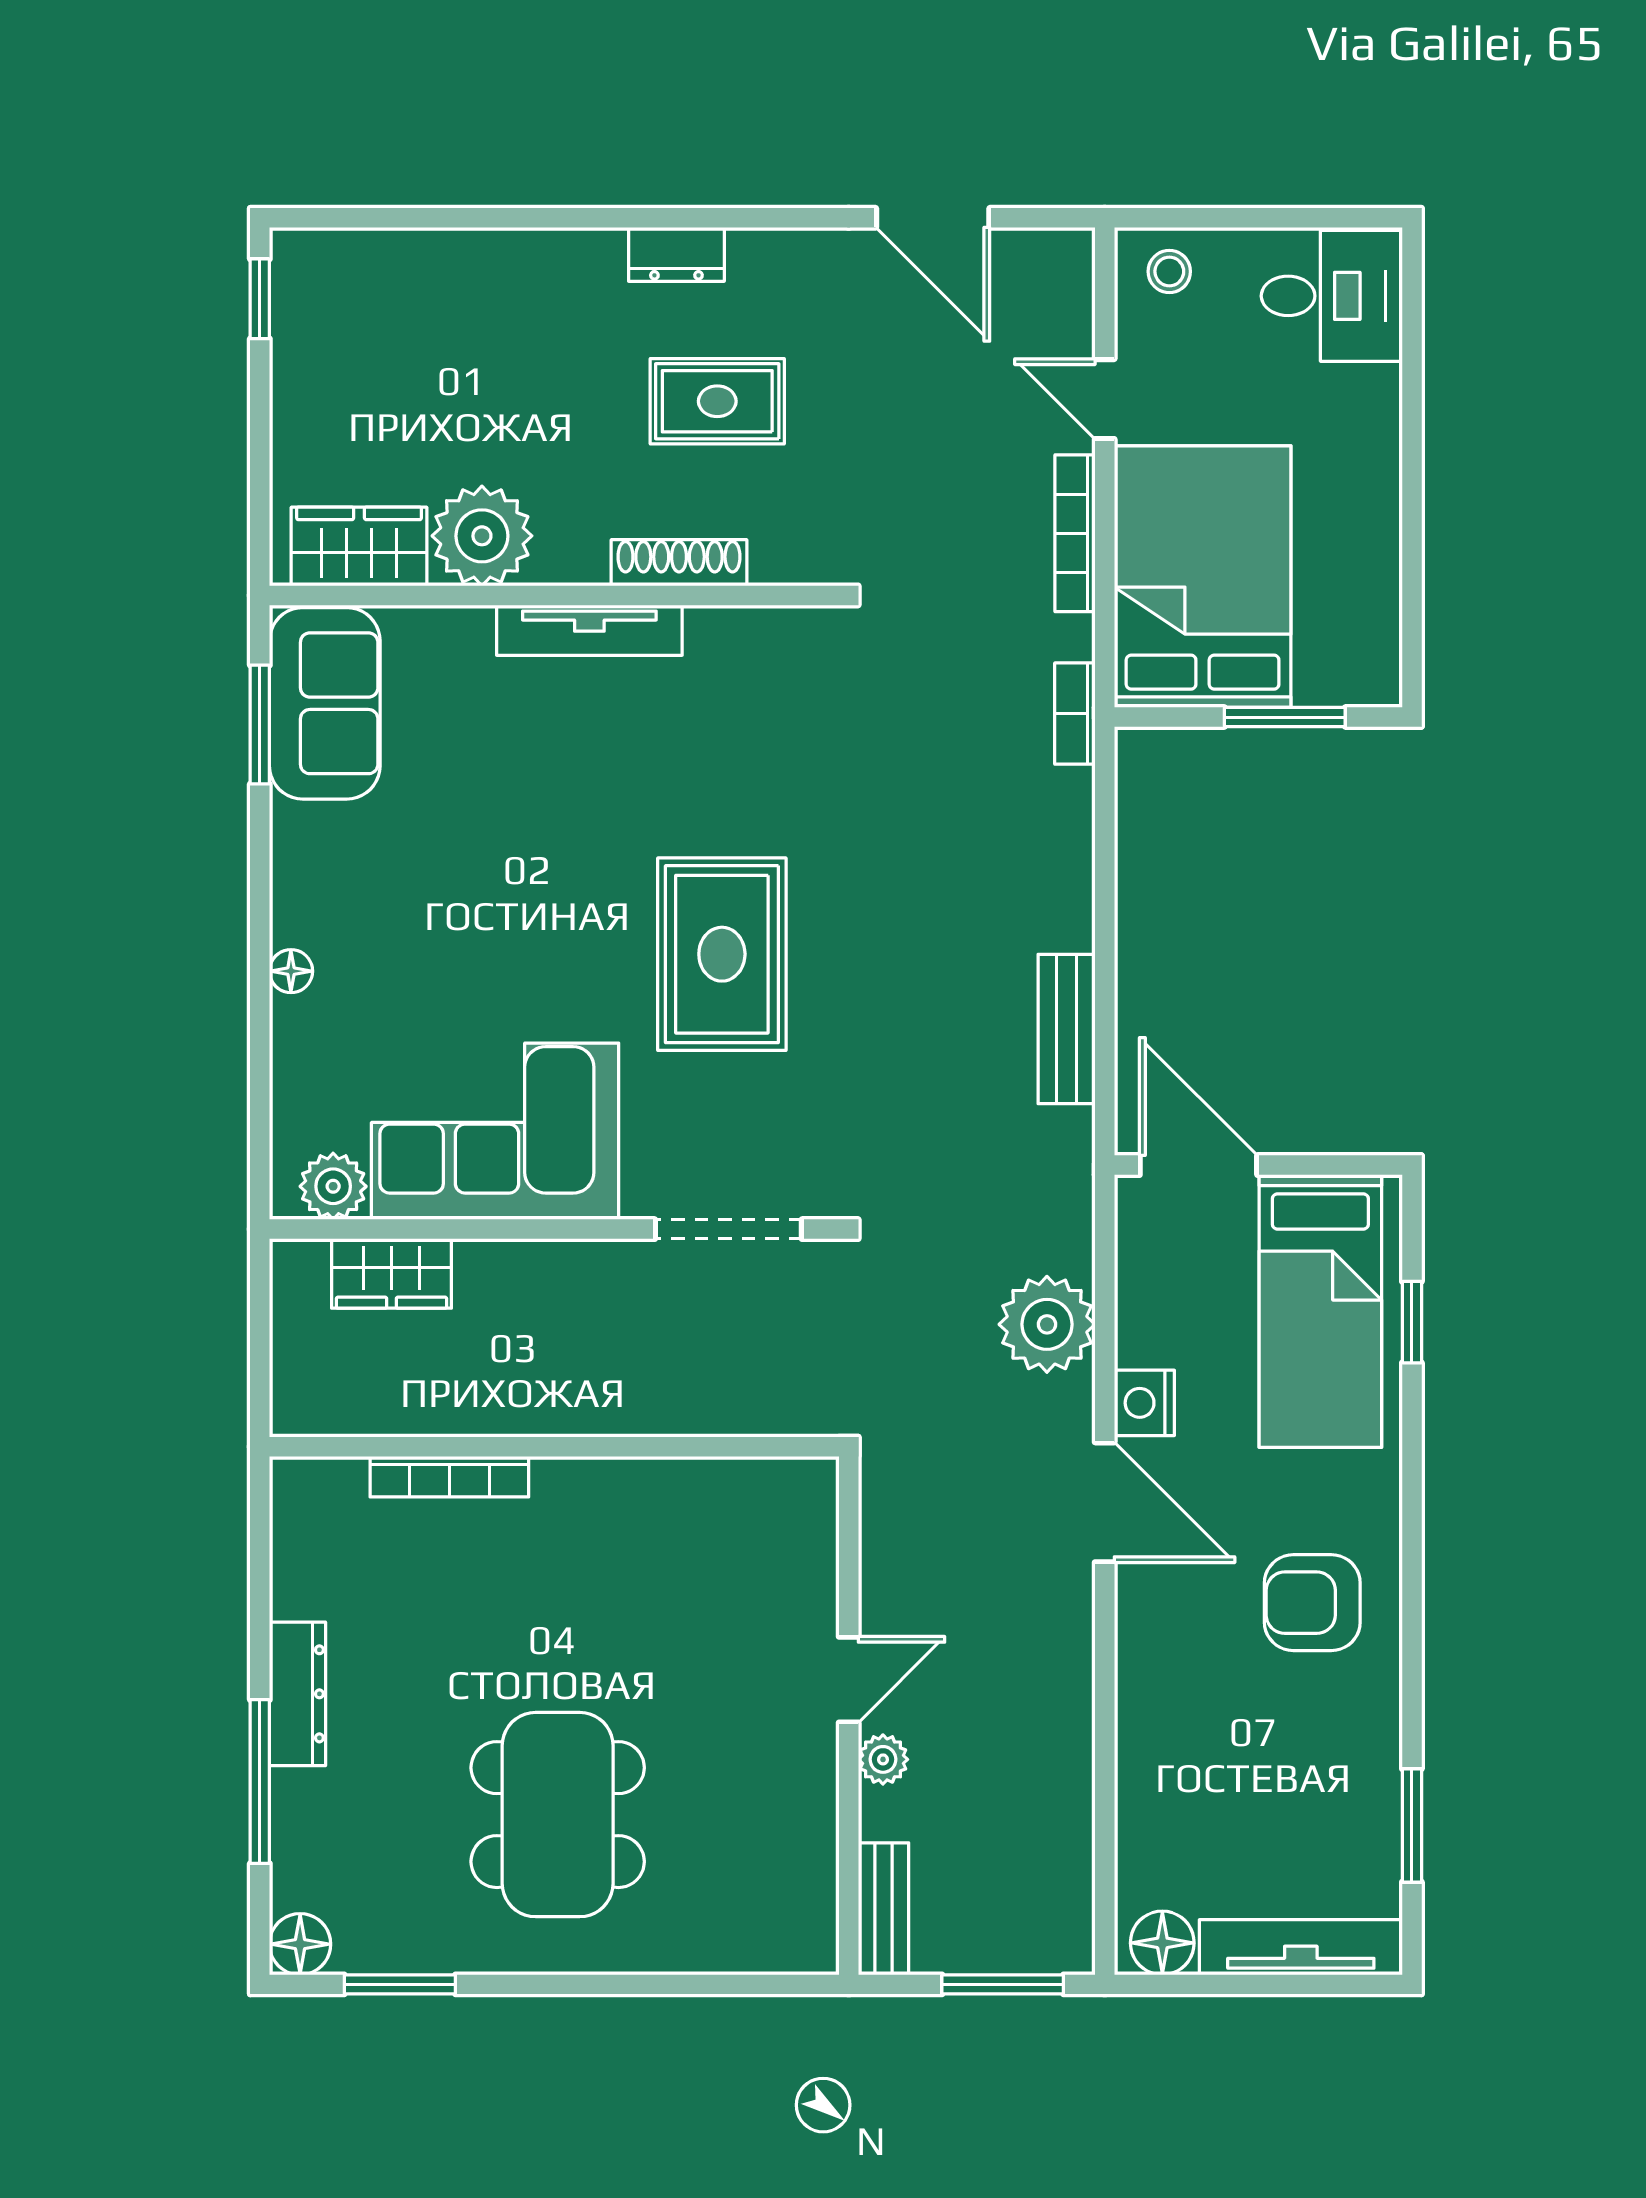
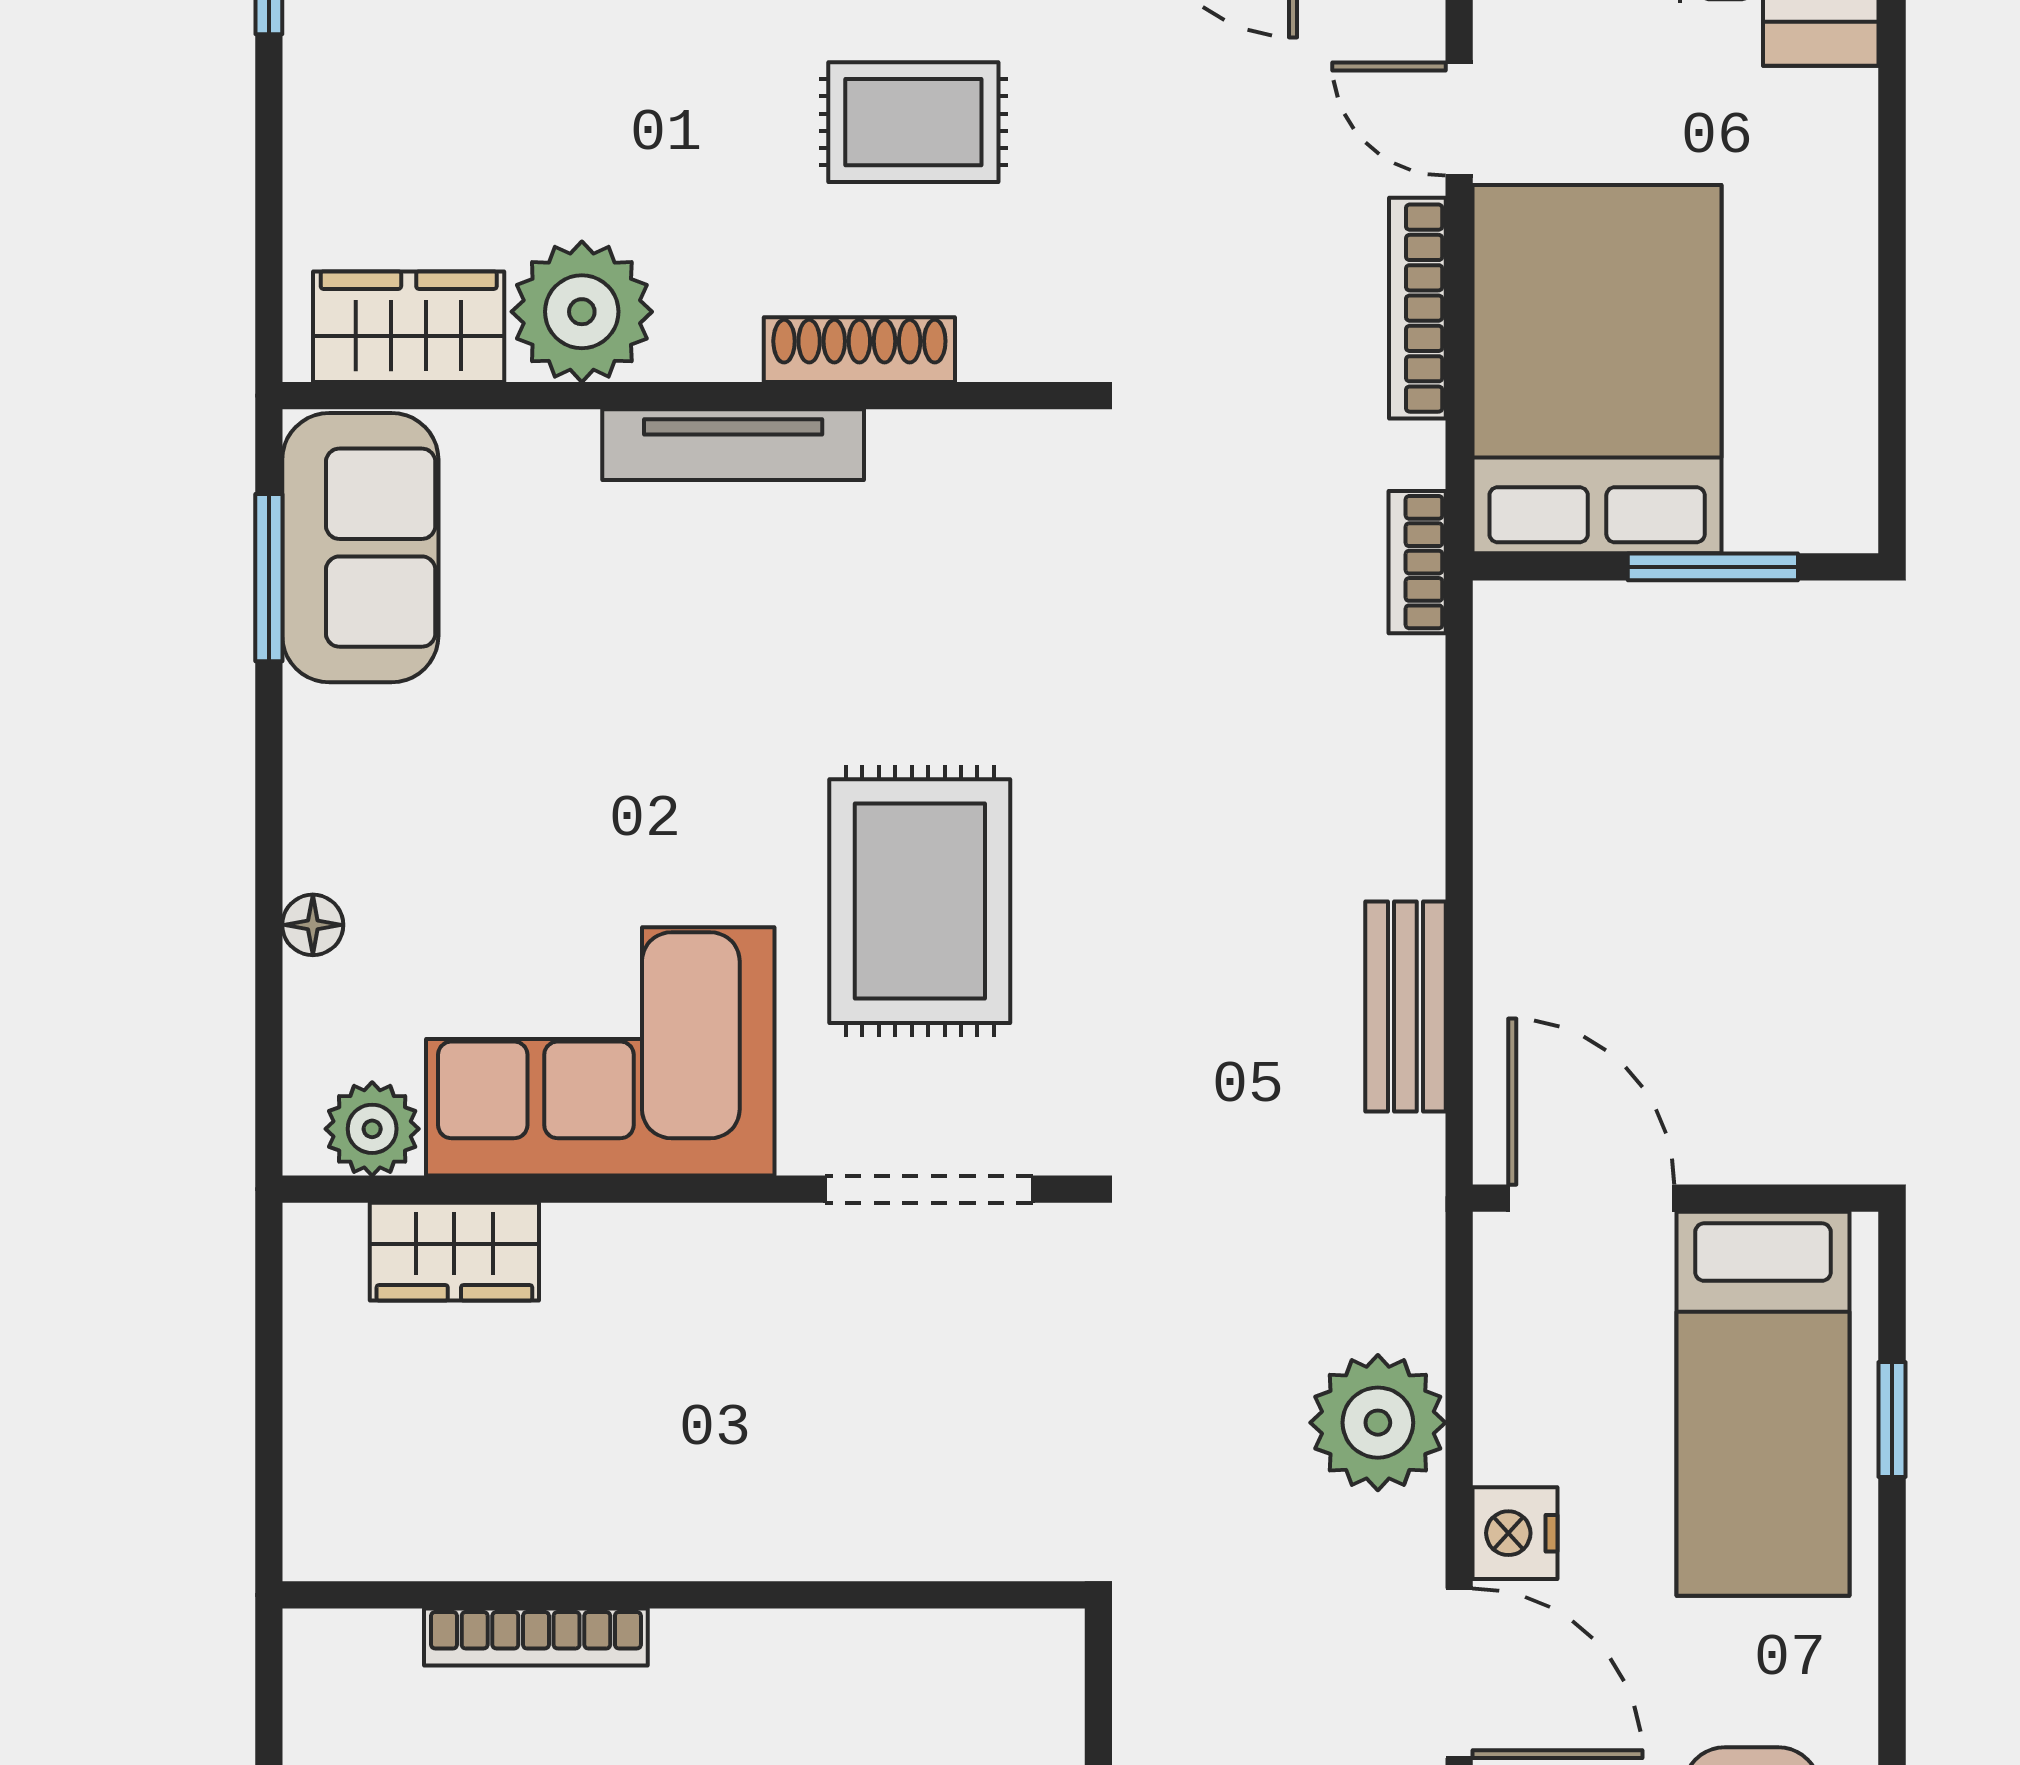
corner sofa: (495, 1131) -> (600, 1051), moved
plant: (333, 1186) -> (372, 1129), moved
wall: (554, 1229) -> (684, 1189), moved
doorway: (728, 1229) -> (929, 1189), moved
wardrobe: (392, 1273) -> (454, 1252), moved

